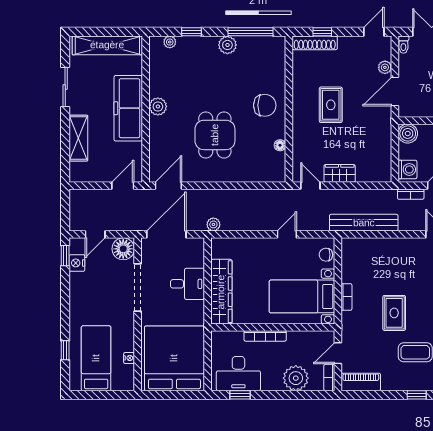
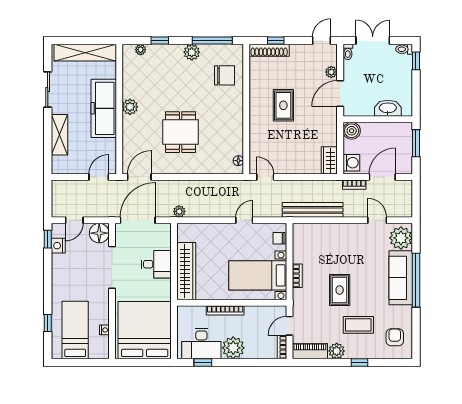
chair: (265, 105) -> (224, 75), moved
floor lamp: (280, 145) -> (238, 161), moved
wardrobe: (340, 173) -> (329, 160), moved, turned -90
plant: (296, 378) -> (233, 348), moved
plant: (391, 382) -> (337, 351), added

